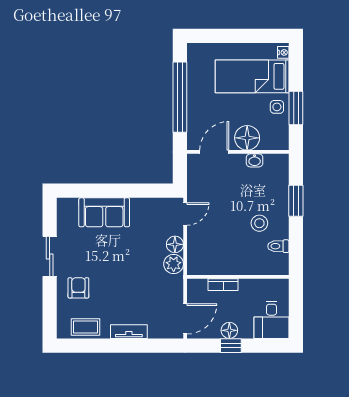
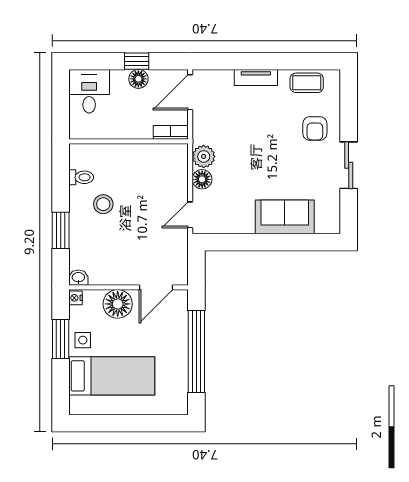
nightstand: (283, 52) -> (75, 298), moved
washbasin: (255, 160) -> (78, 278), moved
bookcase: (223, 285) -> (171, 132), moved

